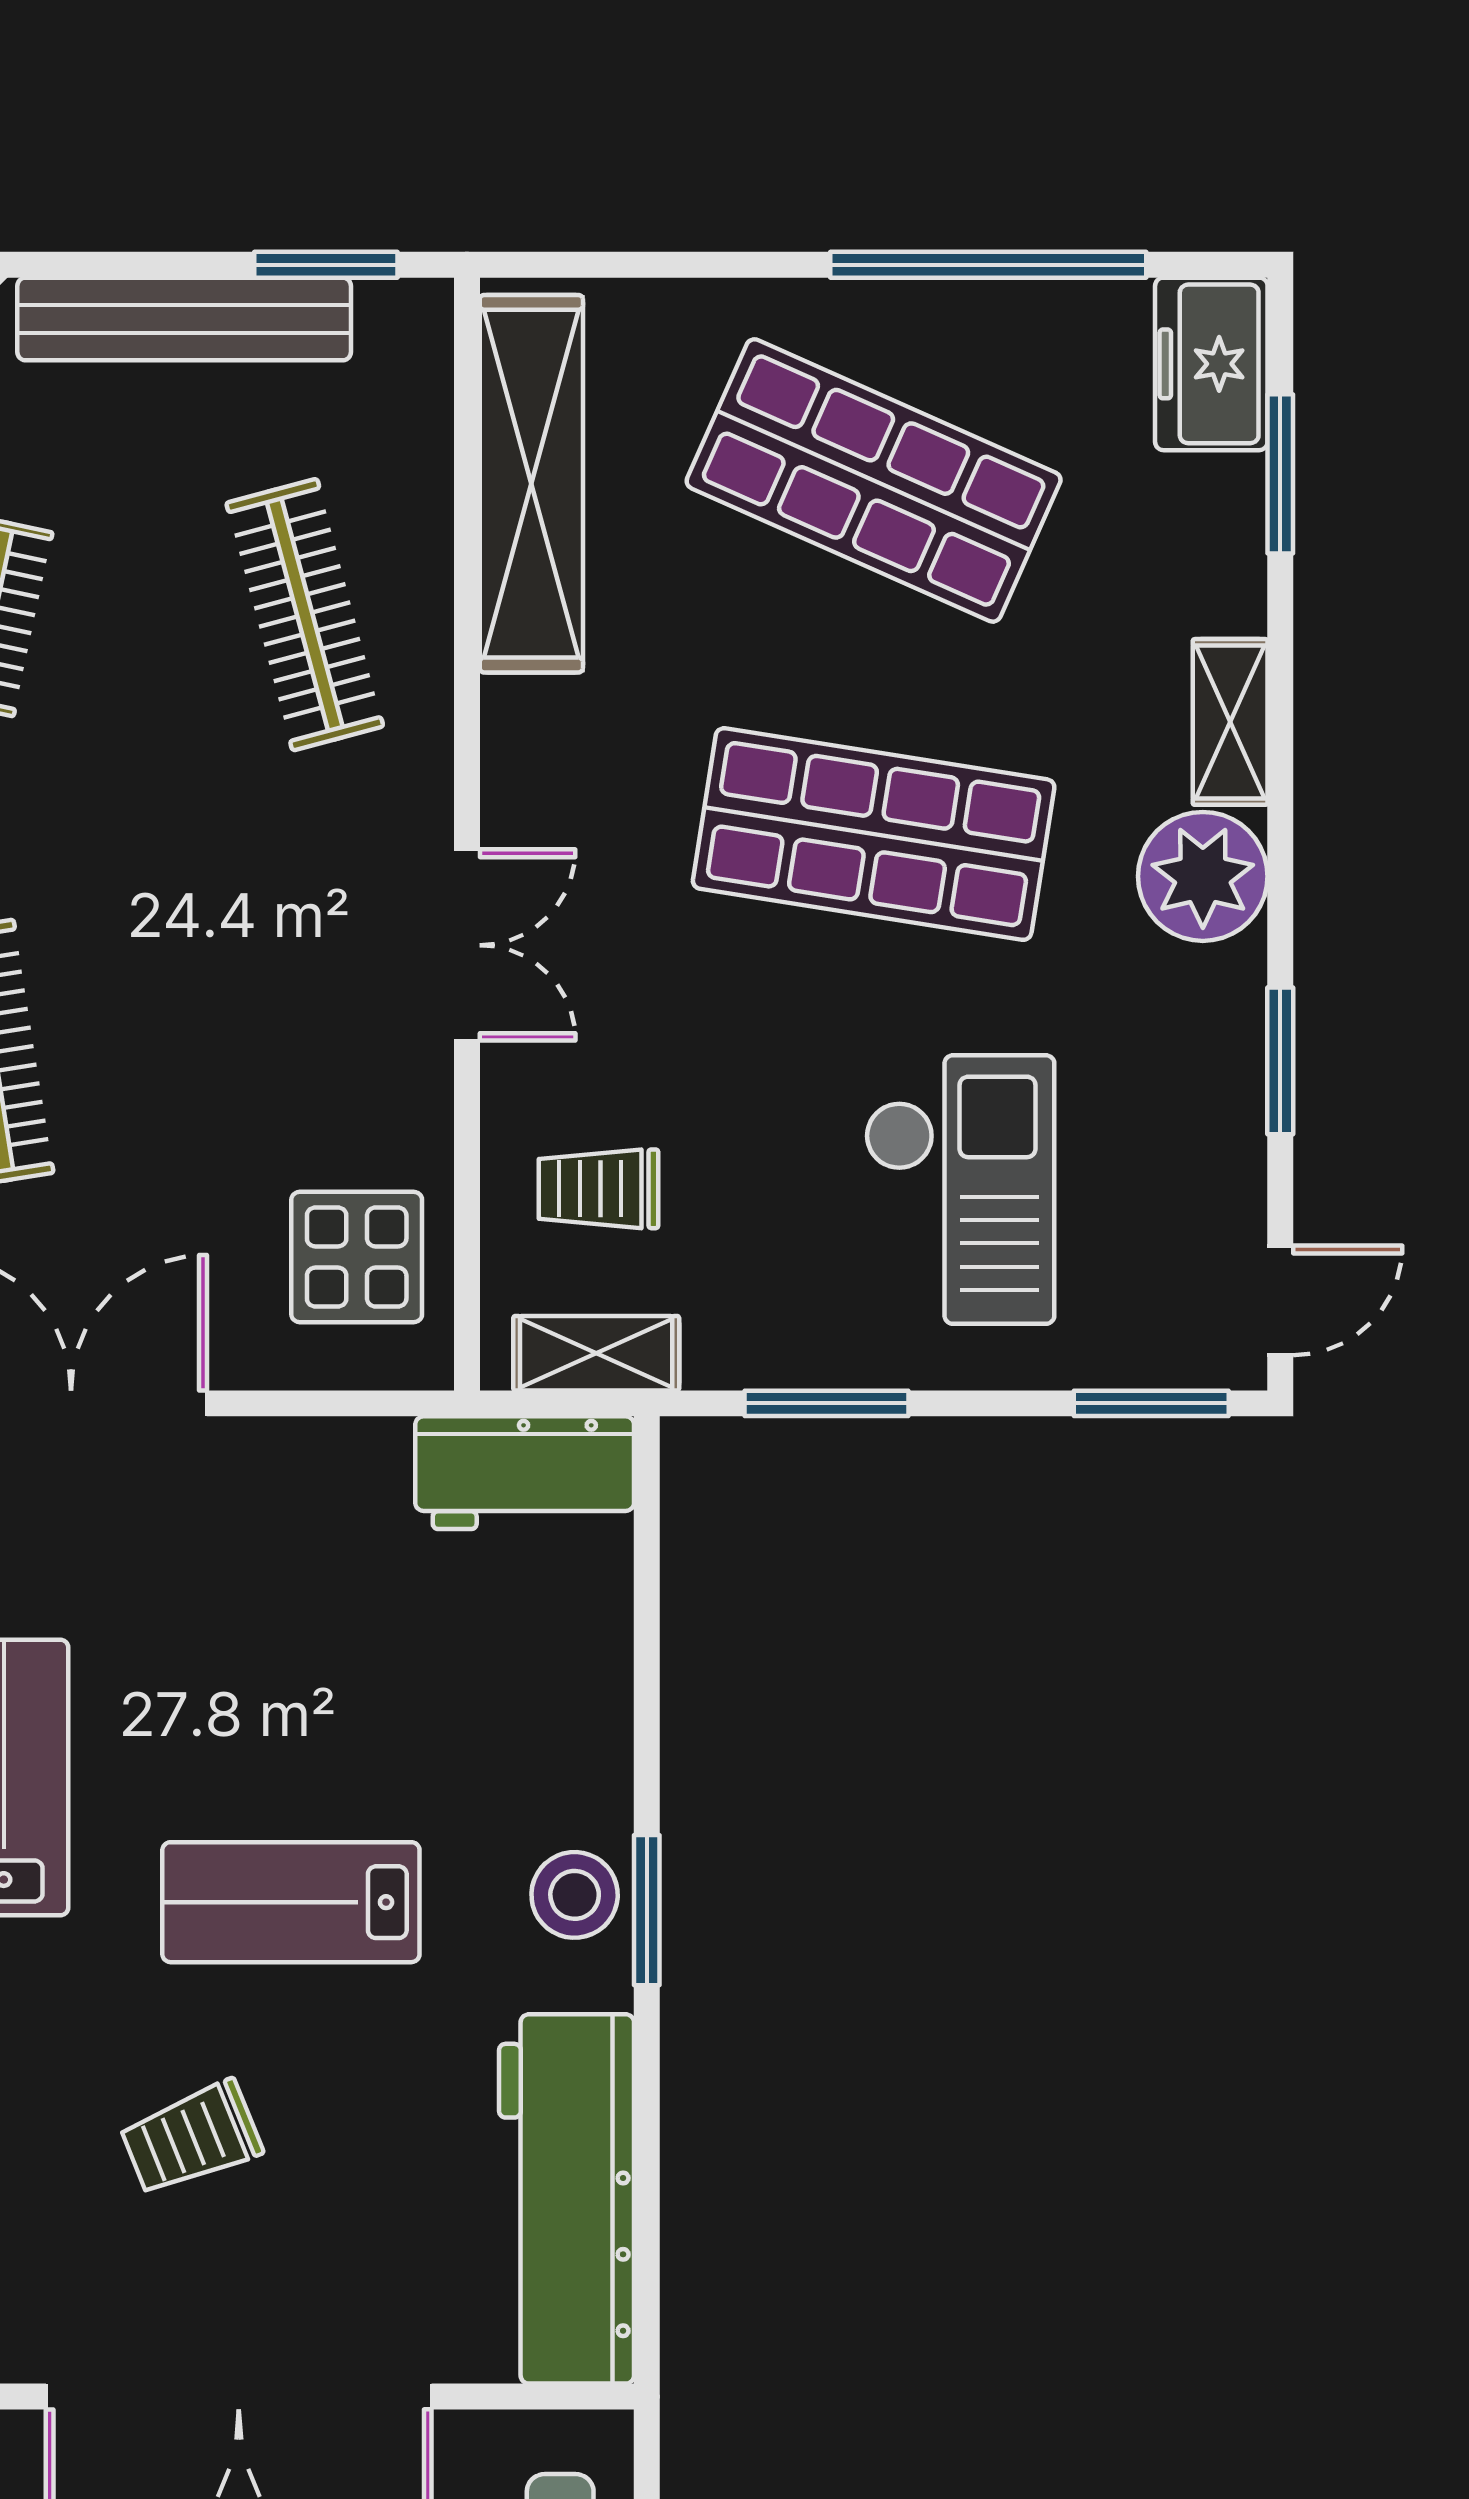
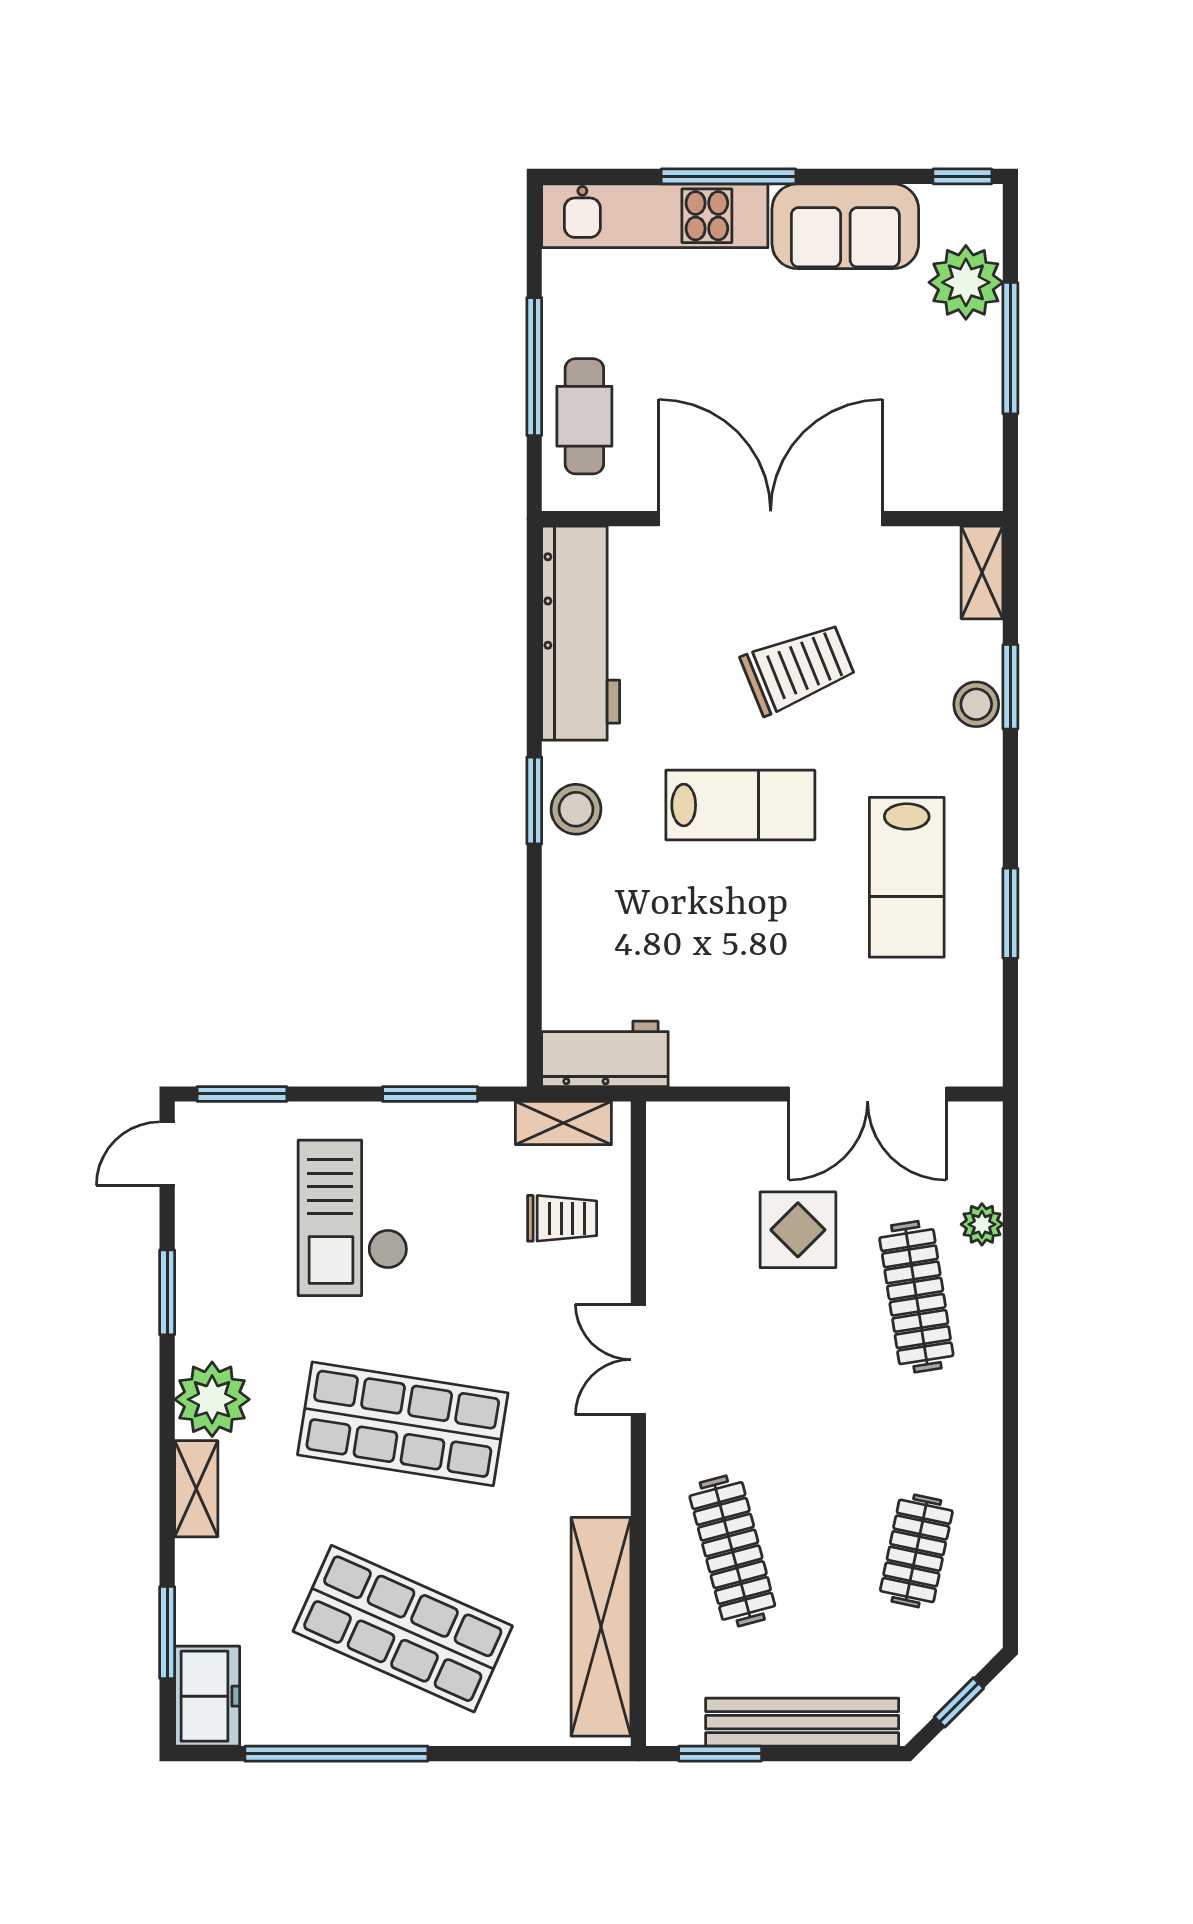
display table: (357, 1257) -> (798, 1230), moved
trolley: (191, 2138) -> (798, 668), width x1.36, depth x1.39

